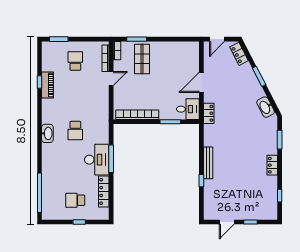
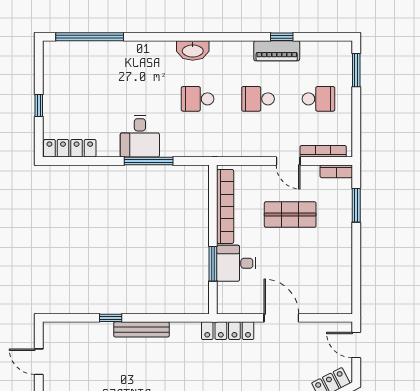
shop shelf: (142, 59) -> (290, 215), moved
desk: (188, 109) -> (236, 263), moved, turned 90
locker: (209, 113) -> (228, 331), width x1.53
desk: (97, 160) -> (140, 136), width x0.73
locker: (104, 192) -> (70, 148), moved
school desk: (75, 200) -> (258, 99), moved, turned -90

